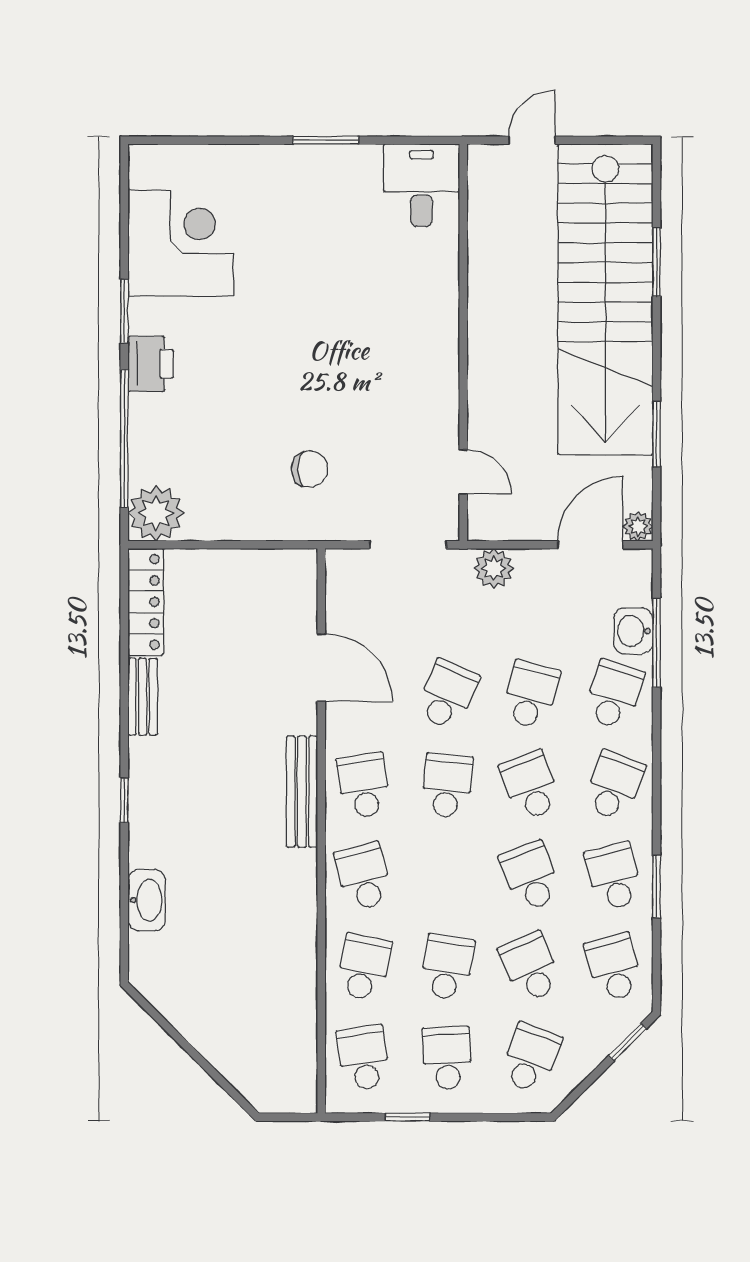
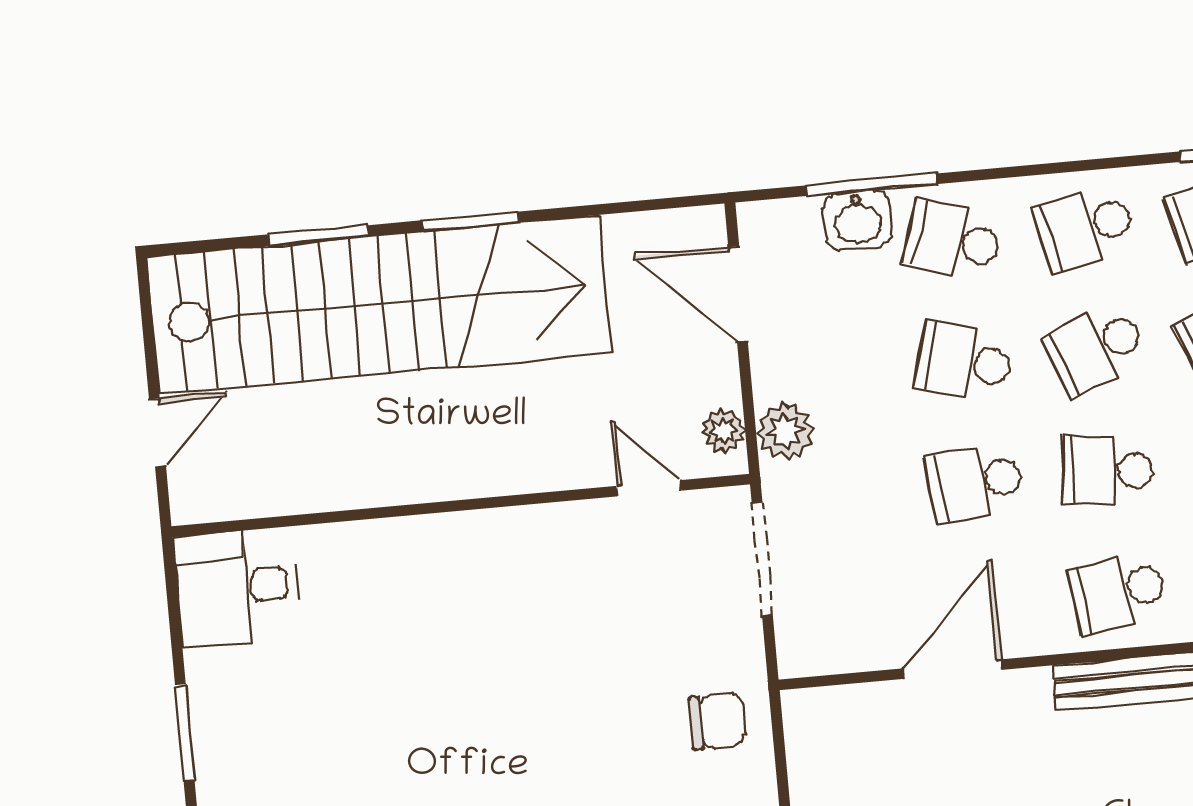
door: (532, 140) -> (157, 433), swing flipped
window: (657, 434) -> (471, 221), moved
chair: (310, 469) -> (717, 721), moved, turned 91
door: (463, 472) -> (649, 488), hinge flipped
plant: (638, 526) -> (723, 431), moved
school desk: (447, 695) -> (975, 482), turned -30
school desk: (614, 786) -> (1085, 228), turned -33

